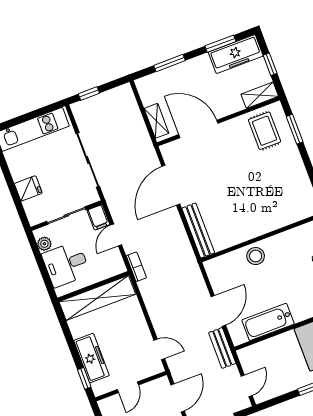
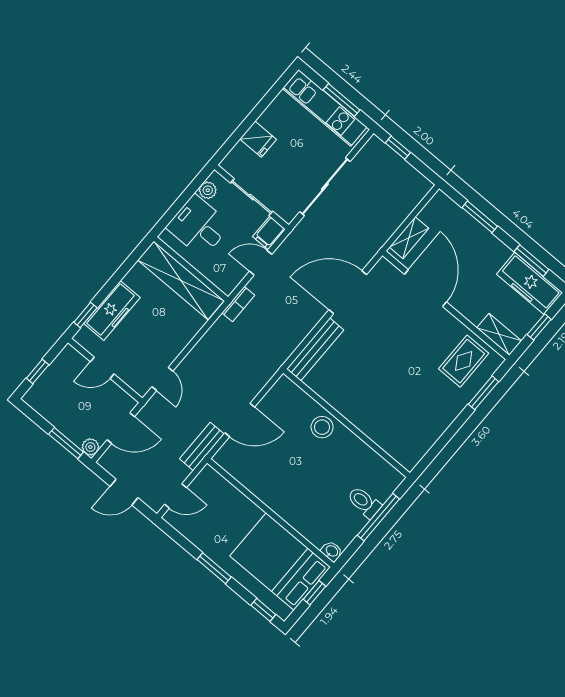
window: (33, 114) -> (341, 100), added
bathtub: (268, 322) -> (258, 480), removed

